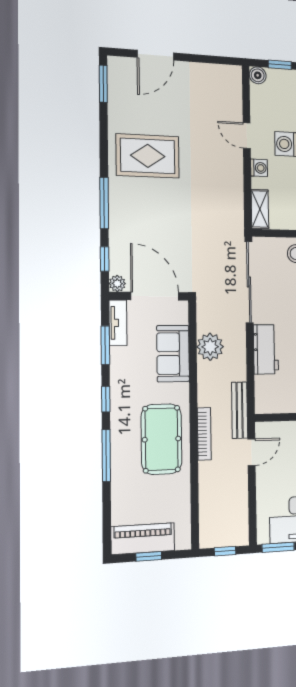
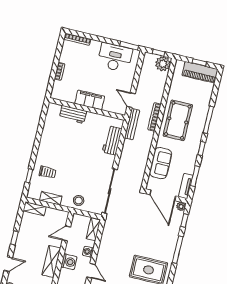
plant: (210, 347) -> (163, 64), moved
workbench: (266, 349) -> (112, 140), moved
door: (252, 452) -> (131, 100), hinge flipped

